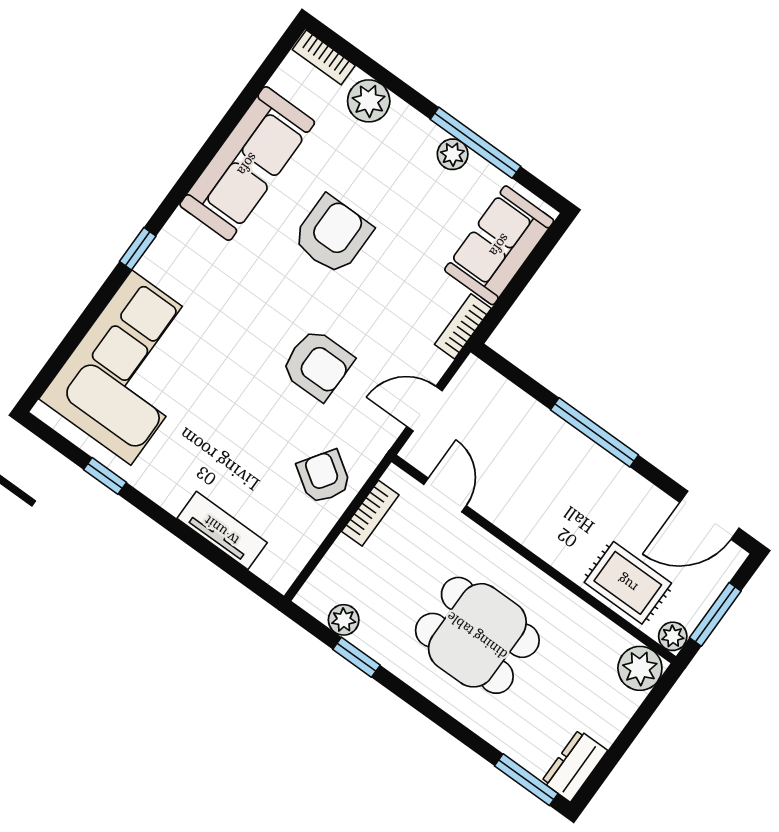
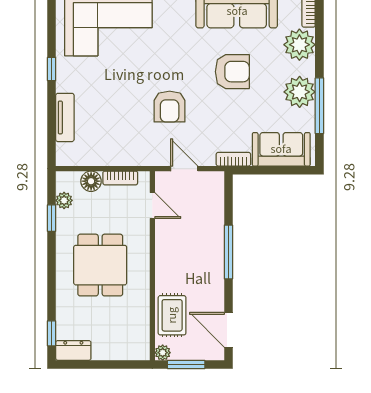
plant: (369, 101) -> (299, 45), width x1.36, depth x1.36
plant: (453, 154) -> (300, 92), width x1.87, depth x1.87
window: (105, 476) -> (52, 69), moved
armchair: (324, 477) -> (122, 146), removed
door: (445, 495) -> (152, 205), hinge flipped
floor lamp: (344, 560) -> (91, 181), added
plant: (640, 668) -> (138, 348), removed
window: (526, 780) -> (52, 333), width x0.67

